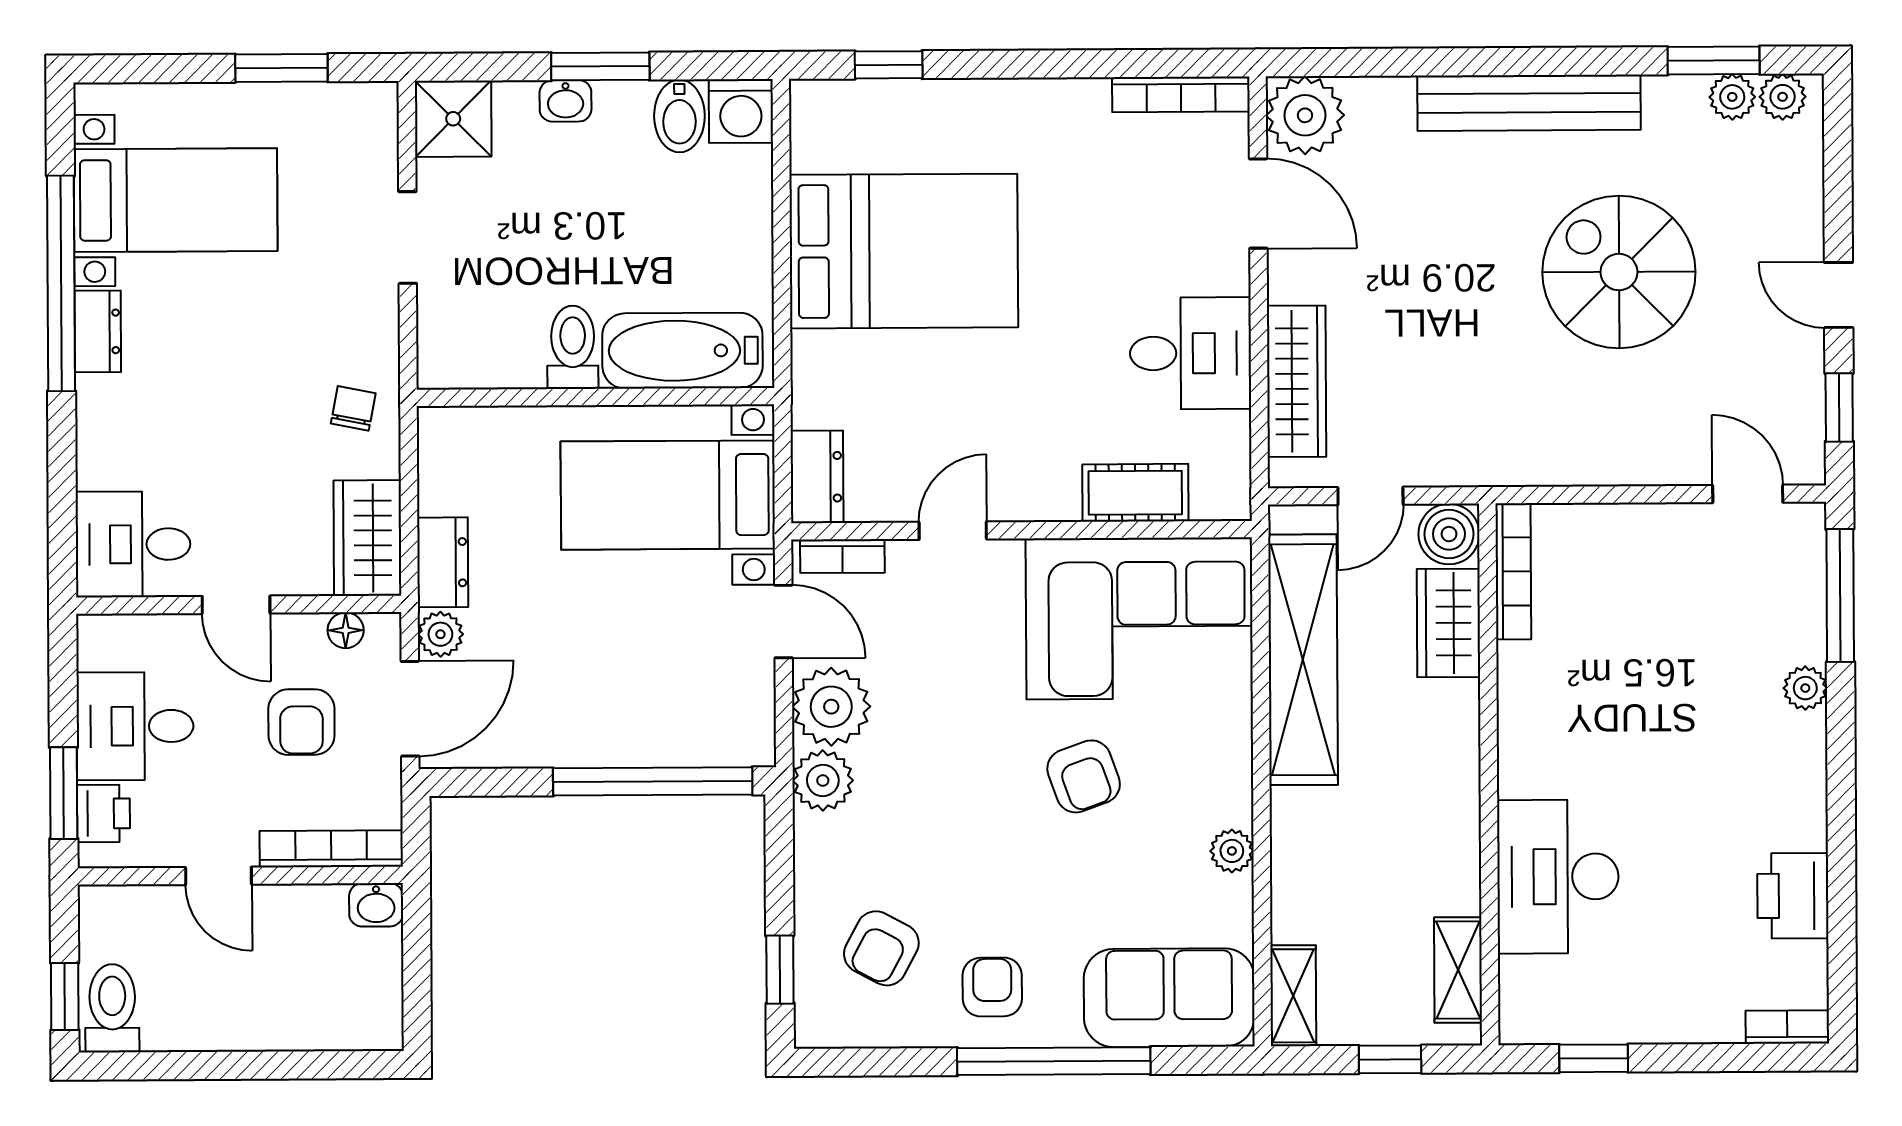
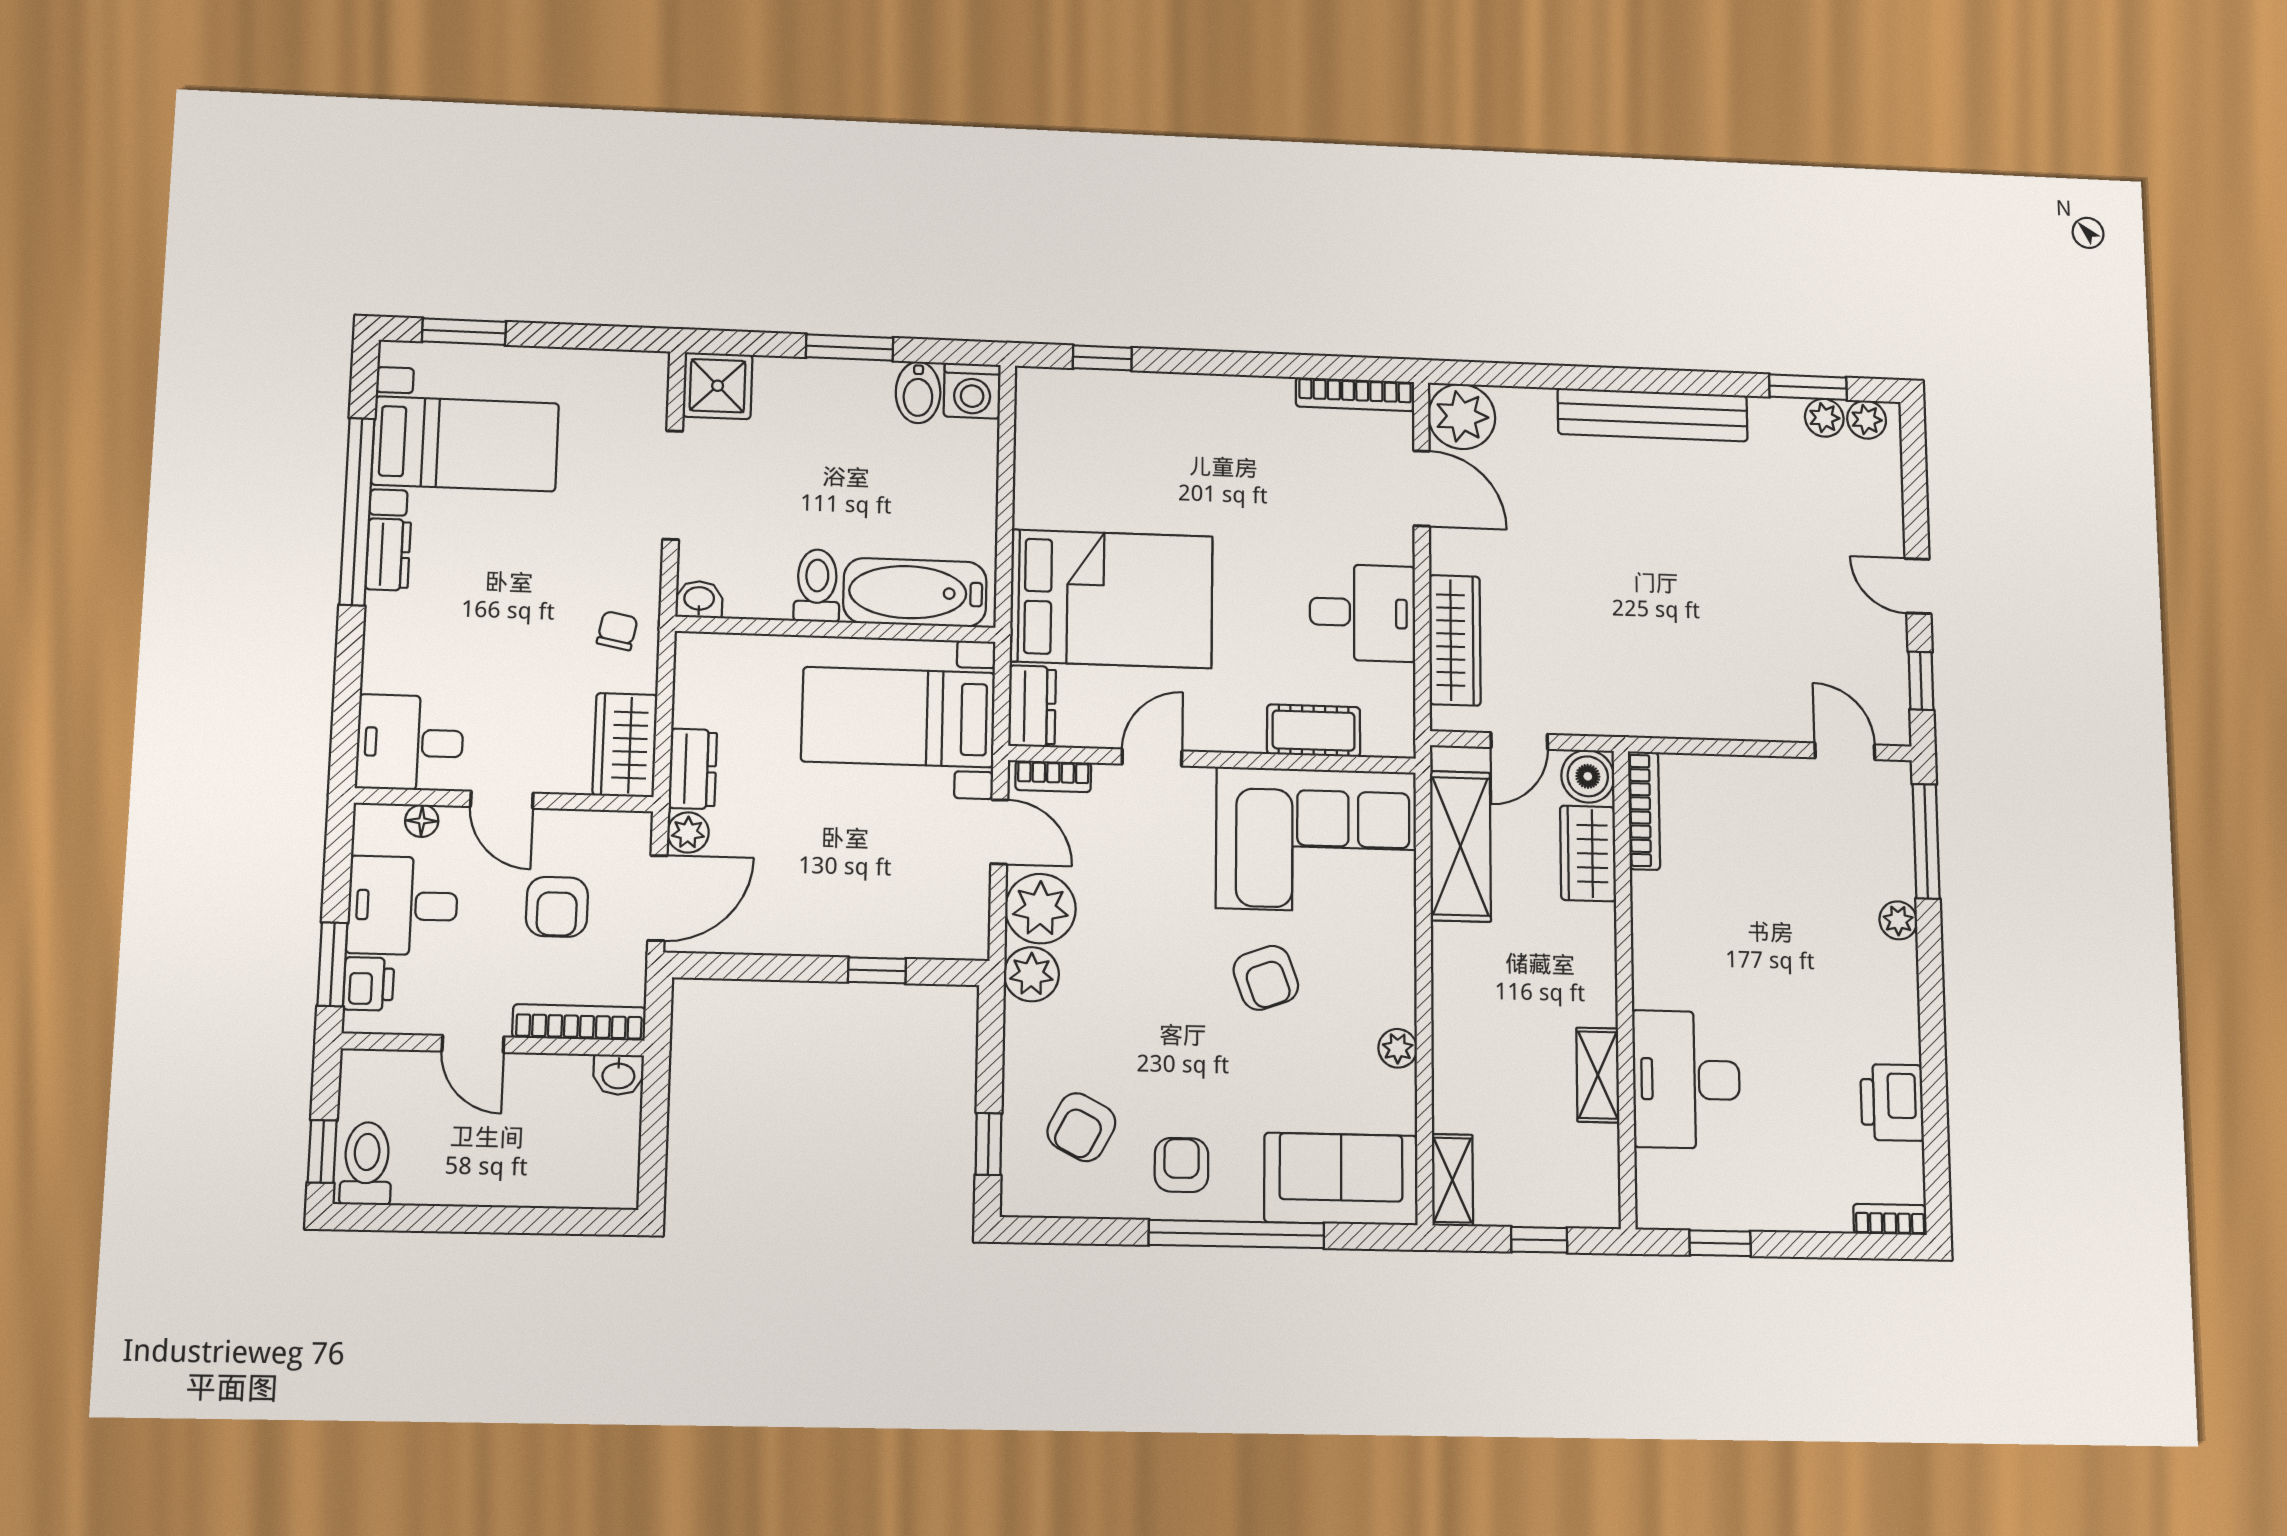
window: (281, 68) -> (464, 332), moved
washbasin: (566, 101) -> (699, 599), moved, turned 180
doorway: (408, 238) -> (673, 485), width x1.38
bed: (904, 251) -> (1112, 599), moved
spiral stairs: (1619, 272) -> (1731, 559), removed
floor lamp: (346, 630) -> (422, 821), moved
shelving: (1303, 660) -> (1460, 846), width x0.68
window: (653, 781) -> (877, 970), width x0.32
shelving: (1458, 970) -> (1598, 1075), moved

